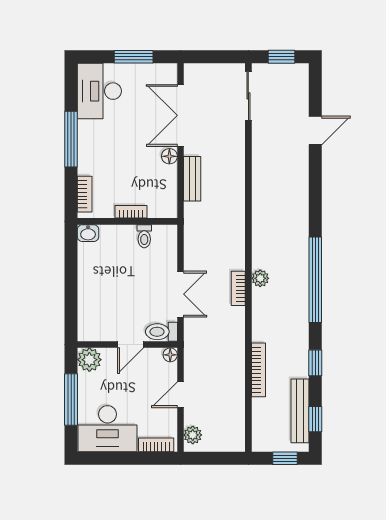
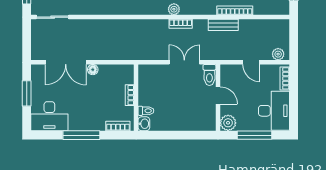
bench: (192, 179) -> (223, 25), moved
toilet: (144, 236) -> (146, 111), moved
floor lamp: (170, 355) -> (225, 69), removed

